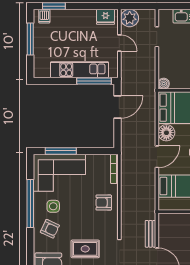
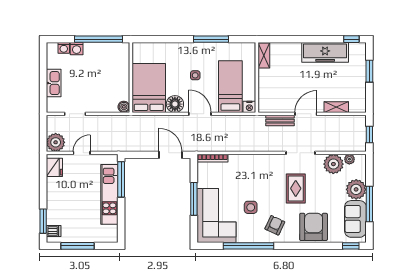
door: (118, 107) -> (170, 155), moved
window: (61, 151) -> (194, 199), moved
armchair: (104, 203) -> (248, 169), removed
nightstand: (164, 204) -> (249, 107), added
side table: (53, 206) -> (251, 207), moved

